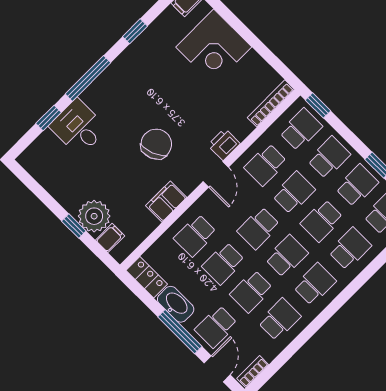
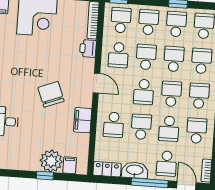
printer: (224, 144) -> (88, 48), moved
school desk: (322, 221) -> (174, 59), turned 180
school desk: (223, 263) -> (141, 127), turned 180

